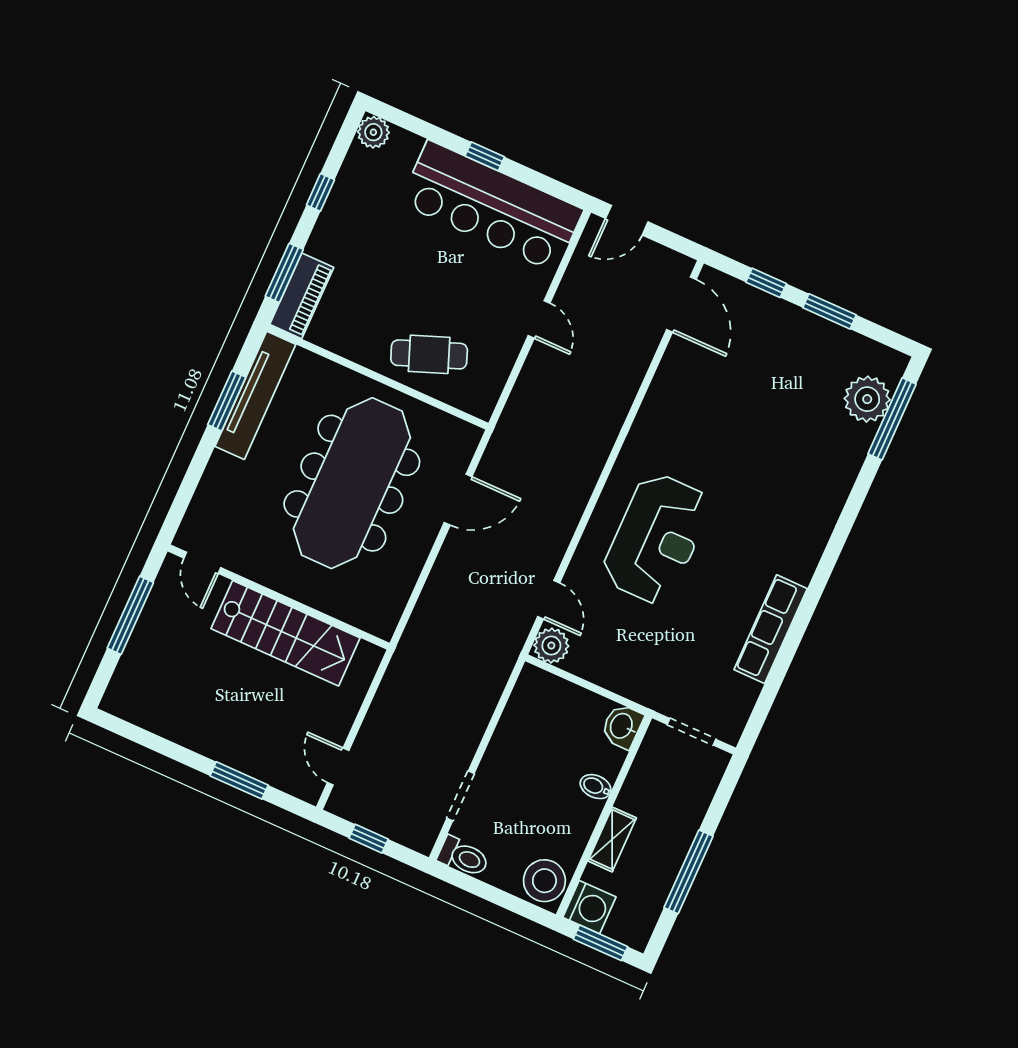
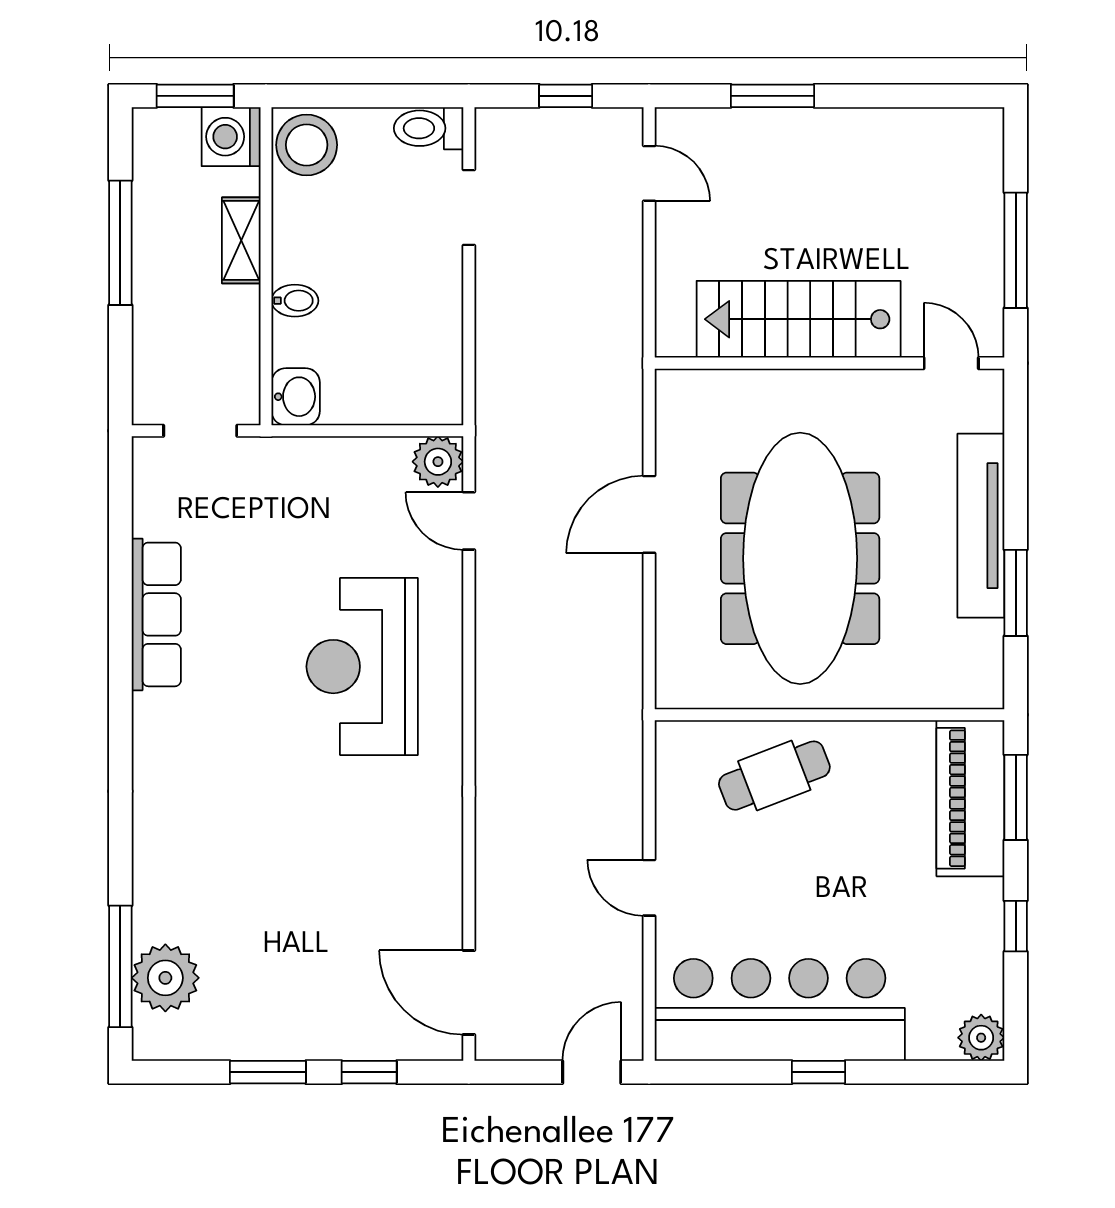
piano: (302, 296) -> (970, 798), width x1.37, depth x1.33
tv unit: (255, 395) -> (981, 526), moved
door: (458, 500) -> (649, 514), moved

